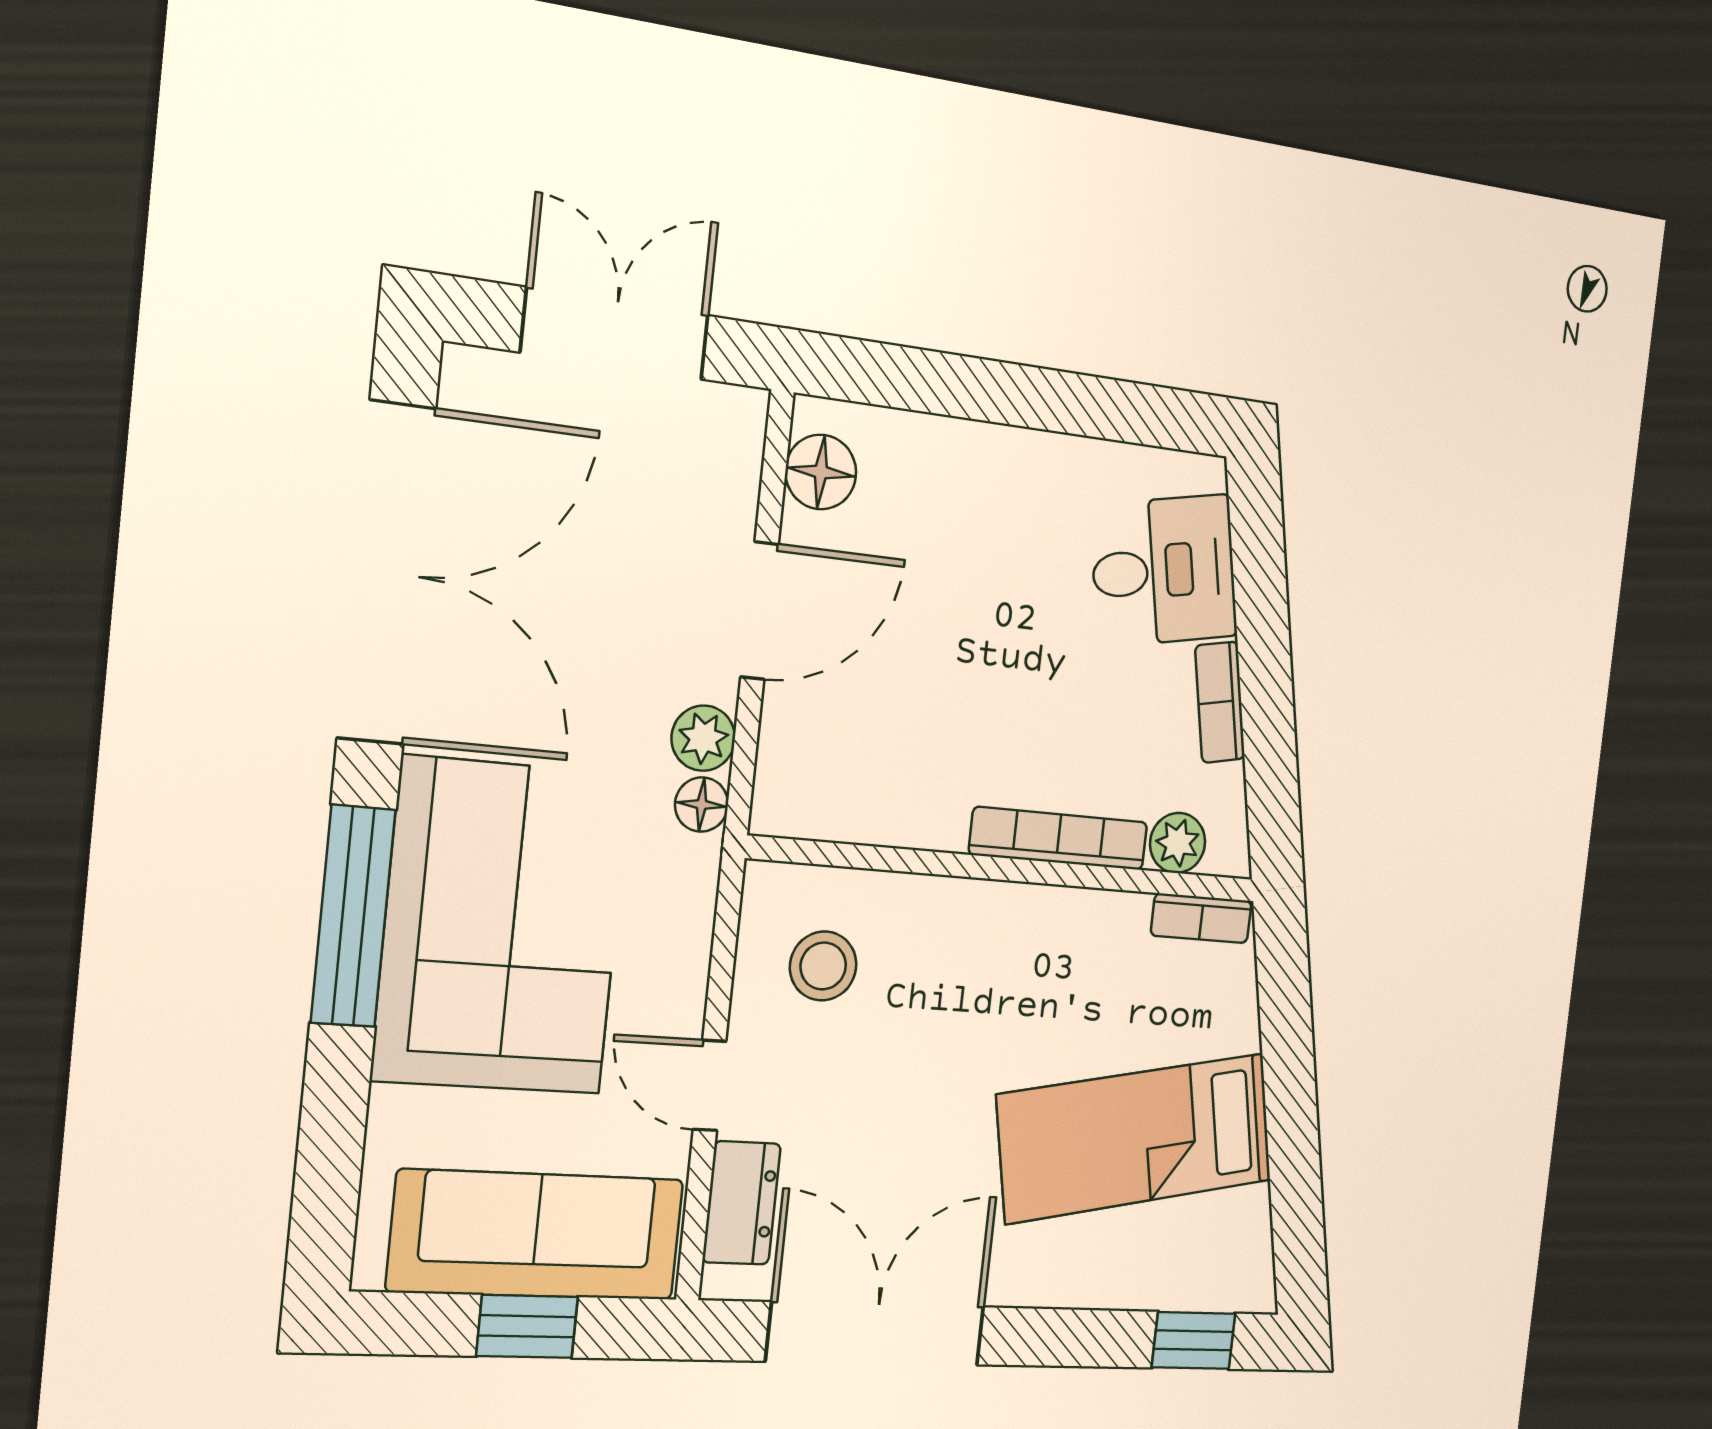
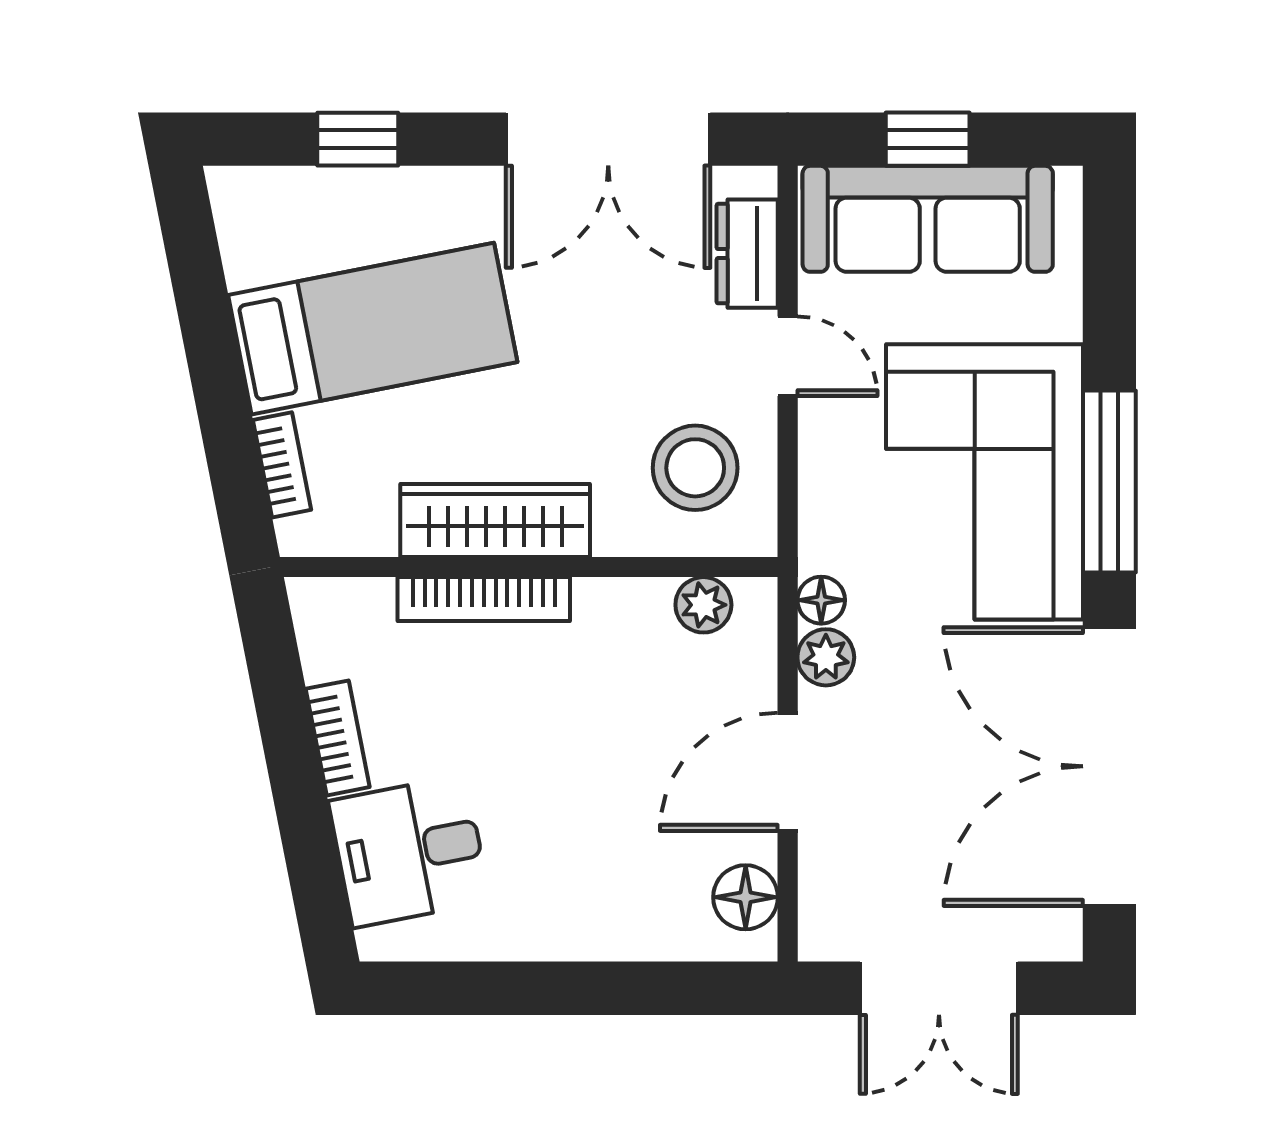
plant: (1178, 843) -> (703, 605), moved
bookcase: (1201, 918) -> (282, 465), moved, turned 79
wardrobe: (1038, 923) -> (495, 520), added
stool: (823, 966) -> (695, 468), width x1.38, depth x1.38
window: (1194, 1340) -> (358, 139), moved

